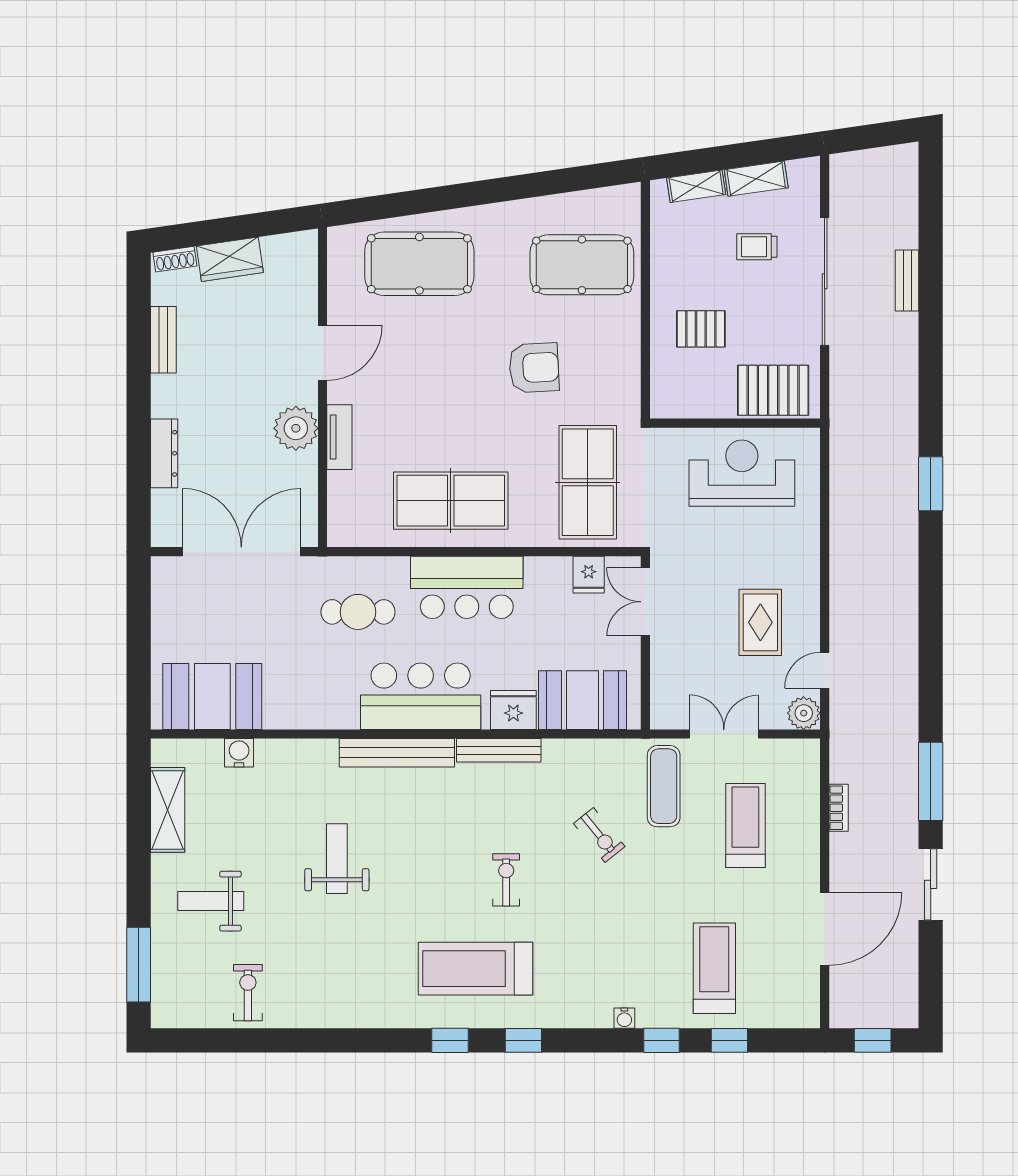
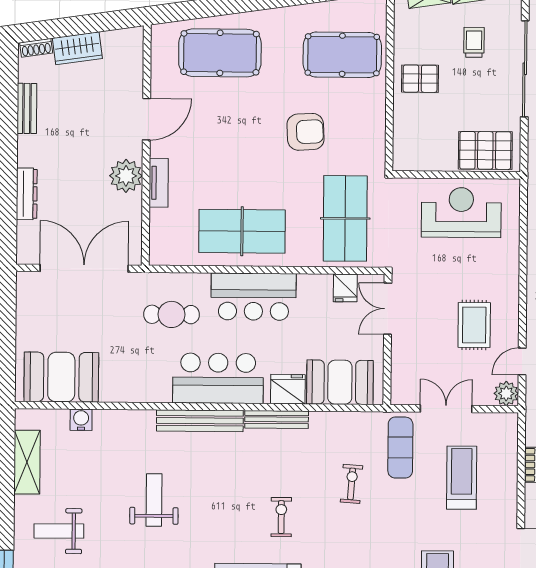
trolley: (757, 247) -> (474, 42), turned 90
pallet: (701, 329) -> (420, 79), moved
exercise bike: (599, 835) -> (352, 484), turned -137

